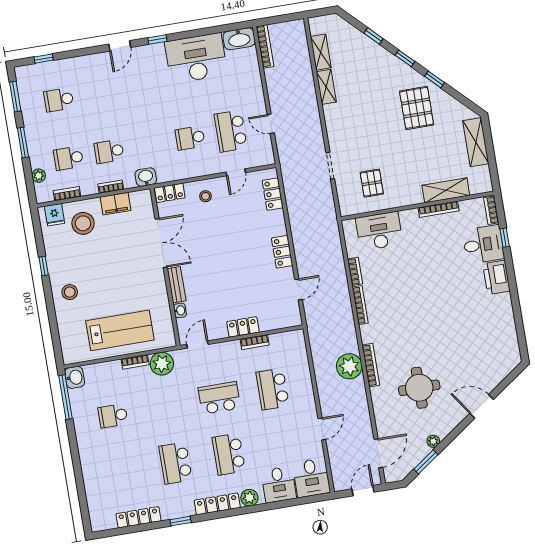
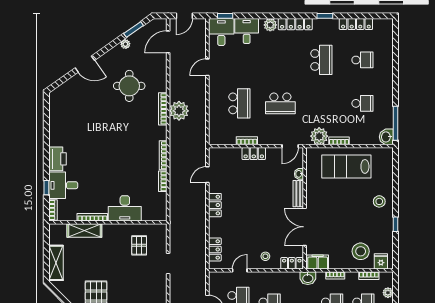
filing cabinet: (116, 204) -> (318, 262), moved
desk: (379, 231) -> (125, 208), moved
school desk: (229, 454) -> (362, 60), moved, width x0.54
window: (310, 499) -> (225, 16), added

